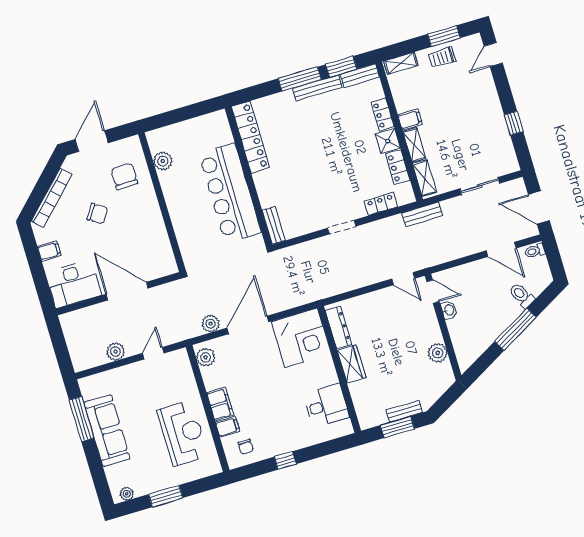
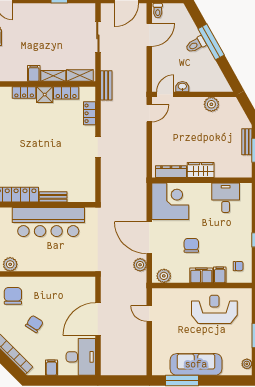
chair: (124, 176) -> (13, 296), turned 90
bench: (274, 225) -> (53, 197), moved
toilet: (522, 295) -> (196, 45), moved
plant: (116, 351) -> (140, 341), removed
chair: (254, 380) -> (191, 245), added

